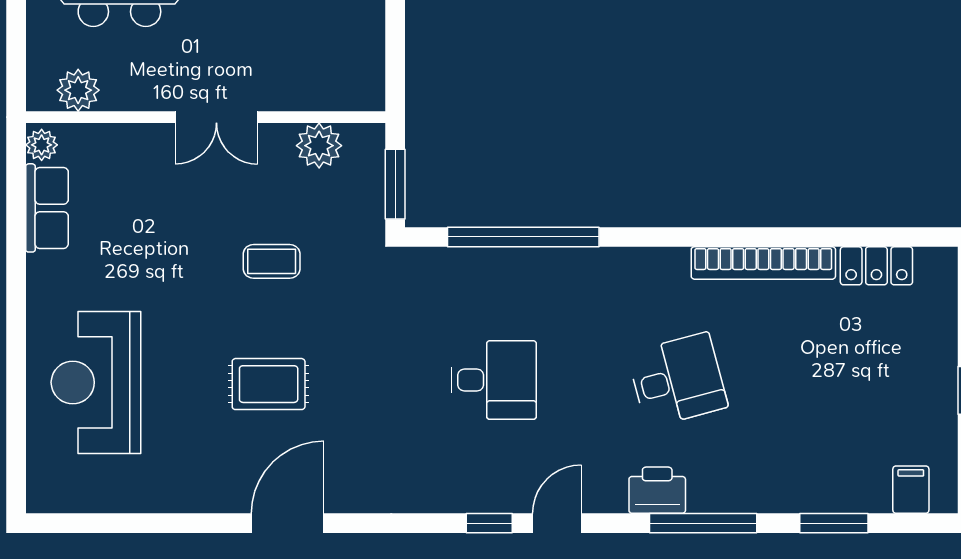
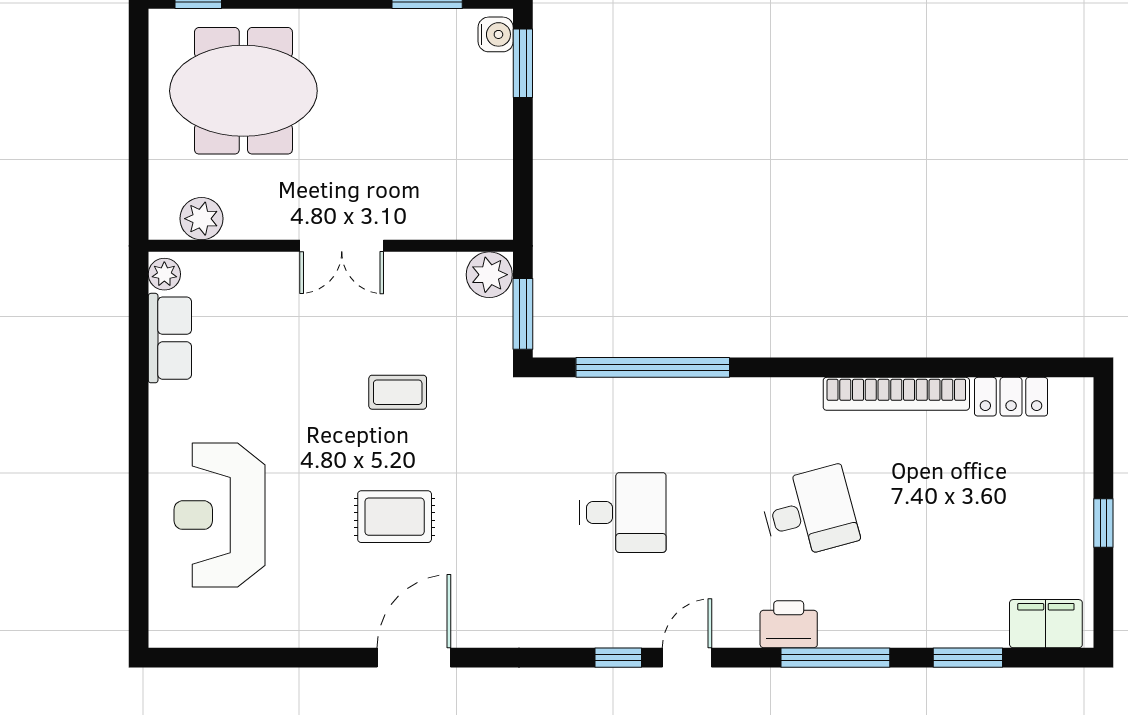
plant: (319, 146) -> (489, 275), moved
filing cabinet: (911, 490) -> (1046, 624), width x2.00

